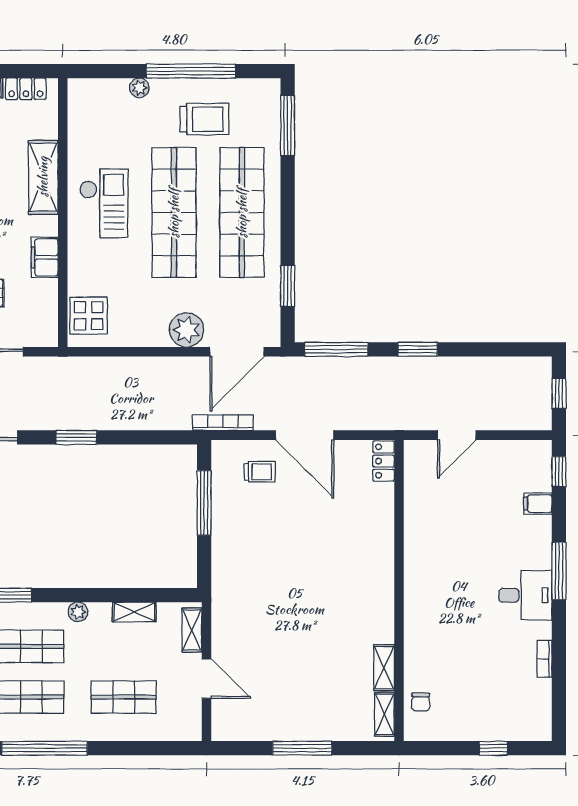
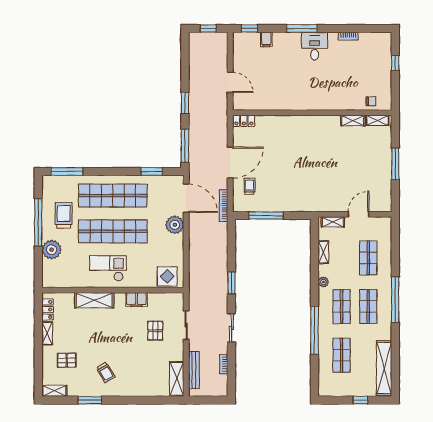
plant: (139, 88) -> (52, 250), width x1.88, depth x1.88

